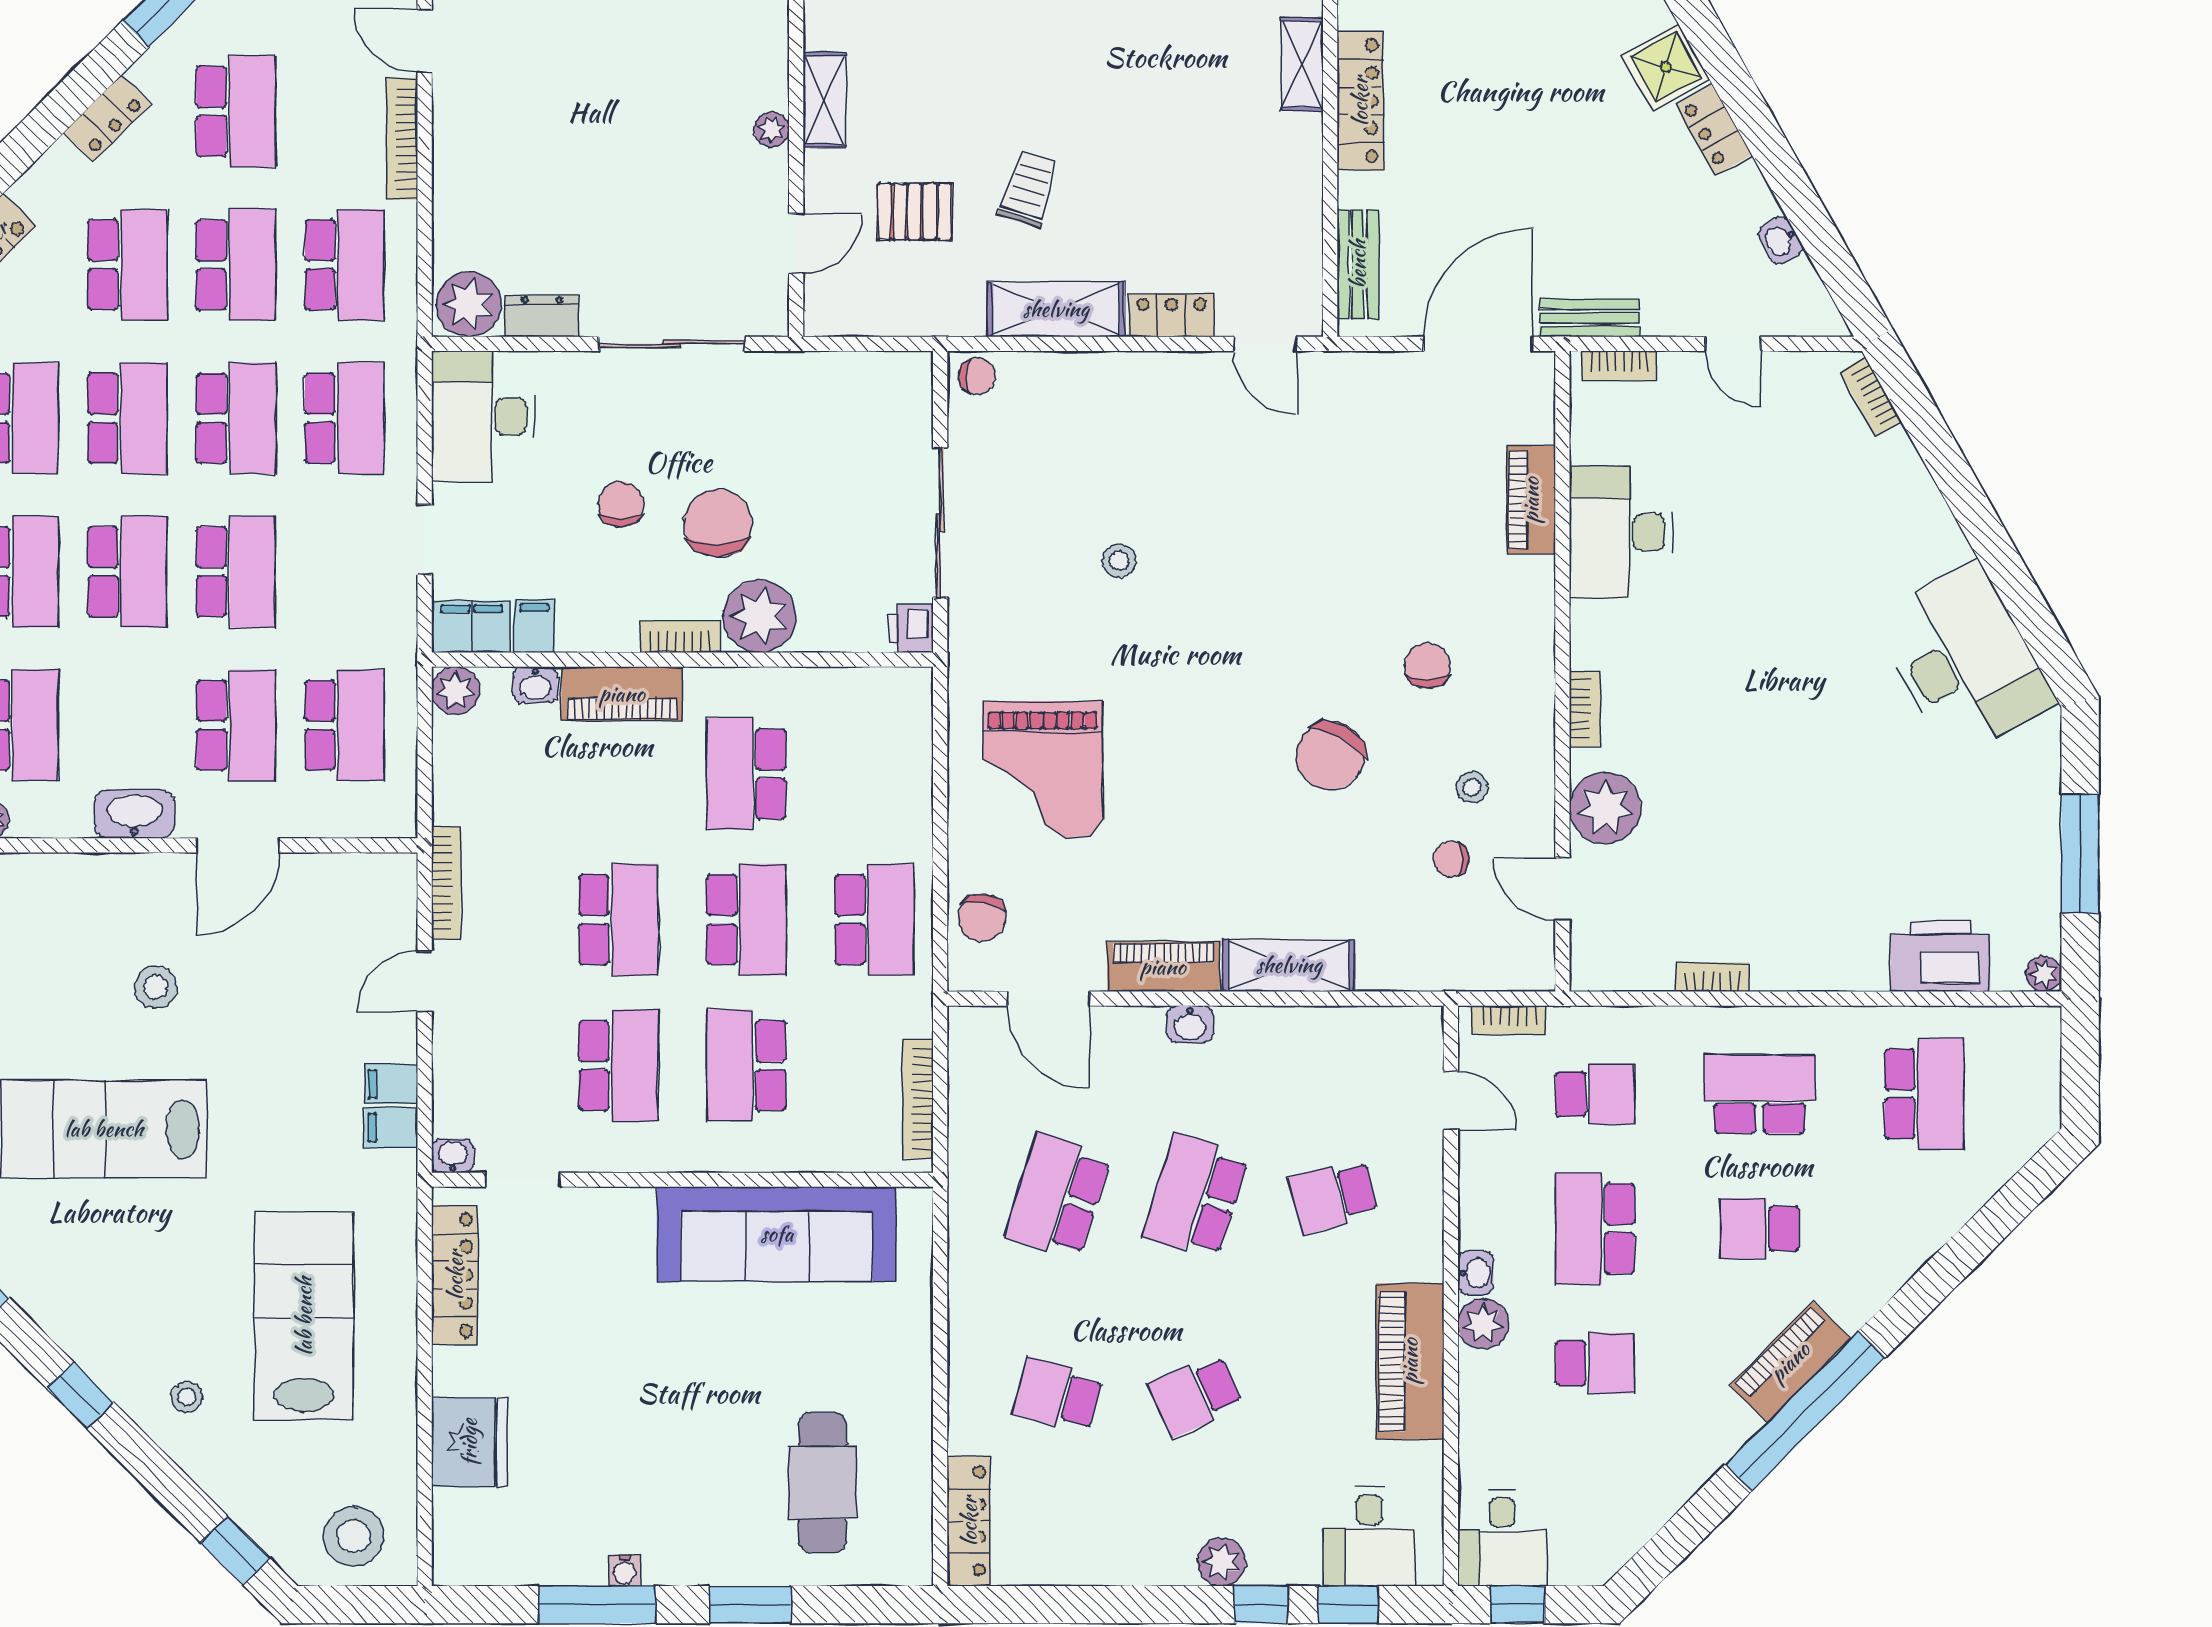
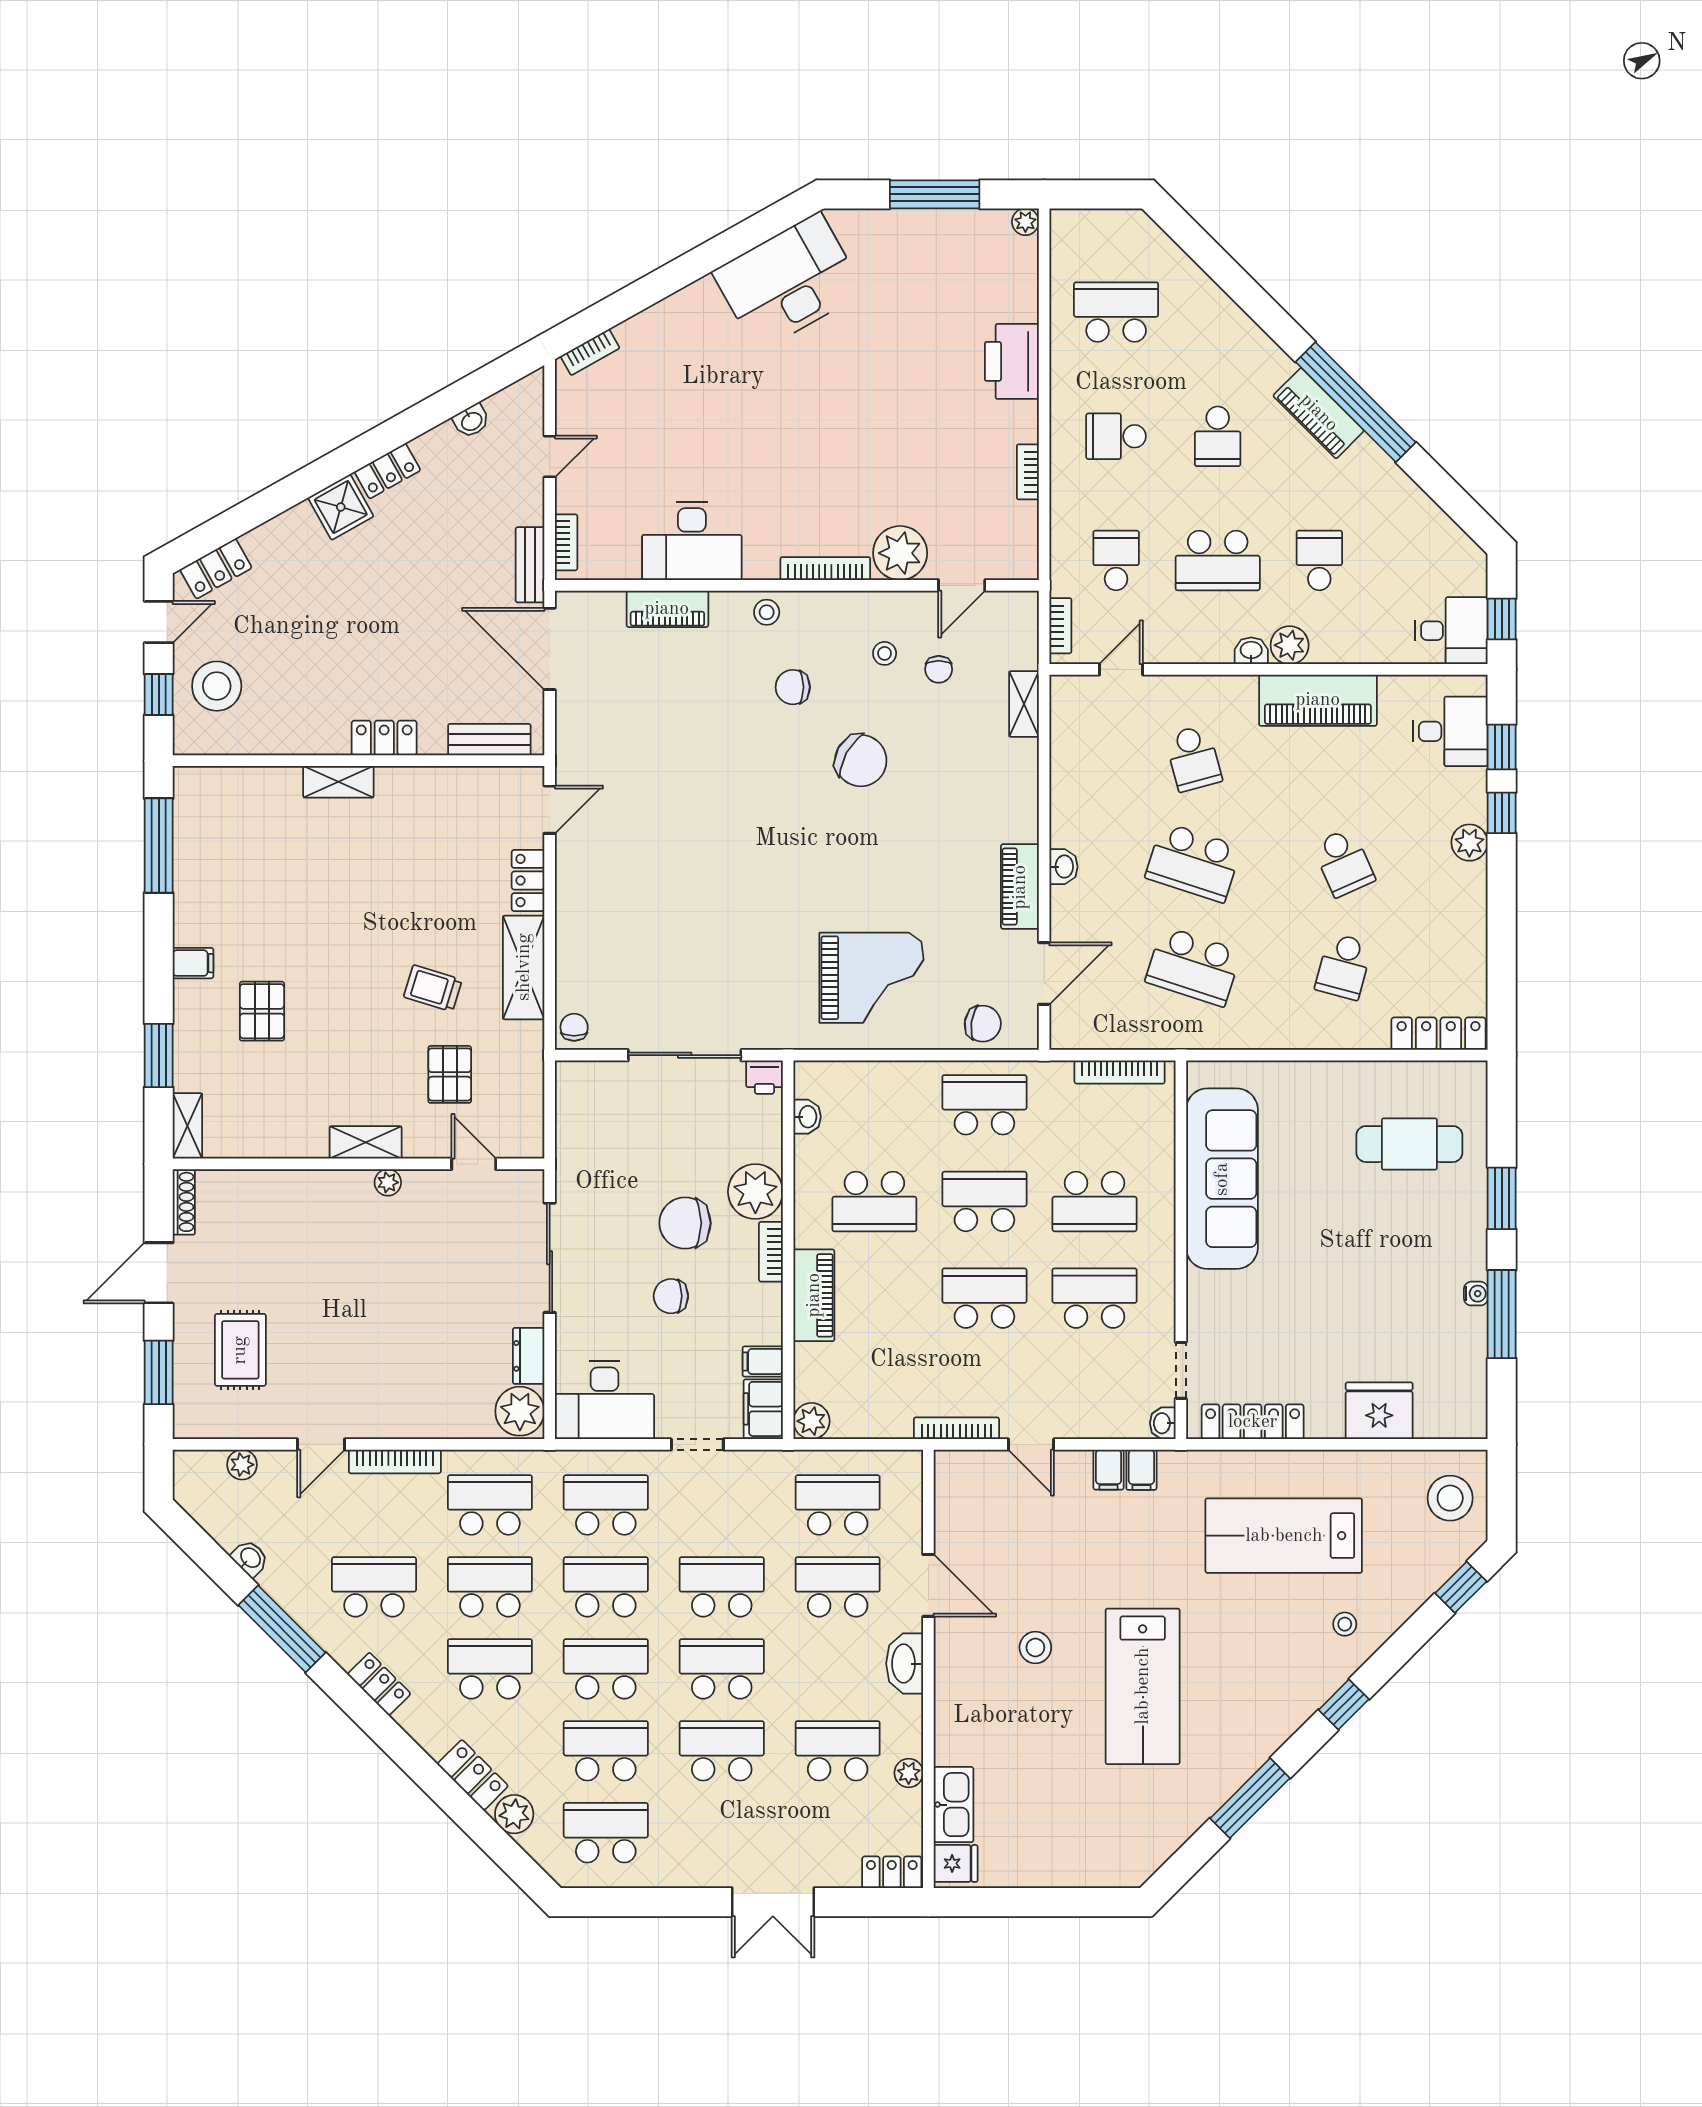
locker: (1360, 101) -> (384, 738), width x0.66
stool: (1119, 561) -> (767, 612), moved
washbasin: (535, 685) -> (807, 1117), moved
bookcase: (1585, 709) -> (825, 569), width x1.56
printer: (1940, 956) -> (1012, 361), moved
shelving: (1289, 965) -> (1024, 704), moved, width x0.67, depth x0.75
school desk: (1760, 1094) -> (1116, 436), width x0.54

